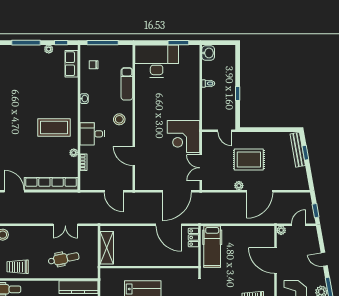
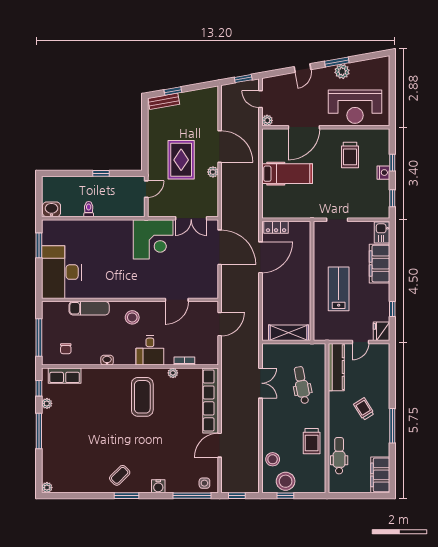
bench: (298, 150) -> (164, 101), width x0.73
hospital bed: (212, 247) -> (287, 174), moved

